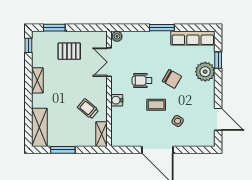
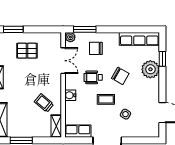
window: (162, 28) -> (85, 29), moved
chair: (145, 49) -> (96, 48), added
double door: (109, 62) -> (63, 61), swing flipped
row of seats: (125, 140) -> (78, 131), added

